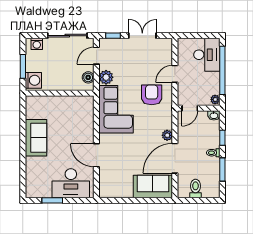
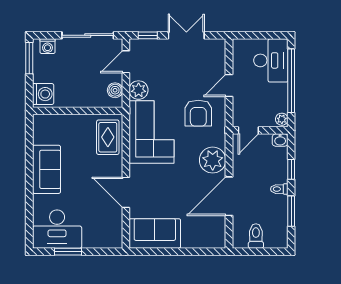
window: (23, 66) -> (29, 58), moved
armchair: (152, 95) -> (198, 113), turned 180
rug: (83, 113) -> (108, 137), added
plant: (167, 135) -> (213, 160), width x1.87, depth x1.87
desk: (71, 183) -> (57, 229), moved
sofa: (153, 187) -> (155, 233), moved

